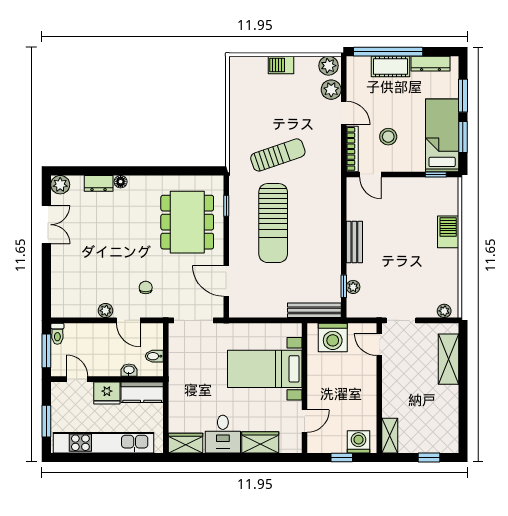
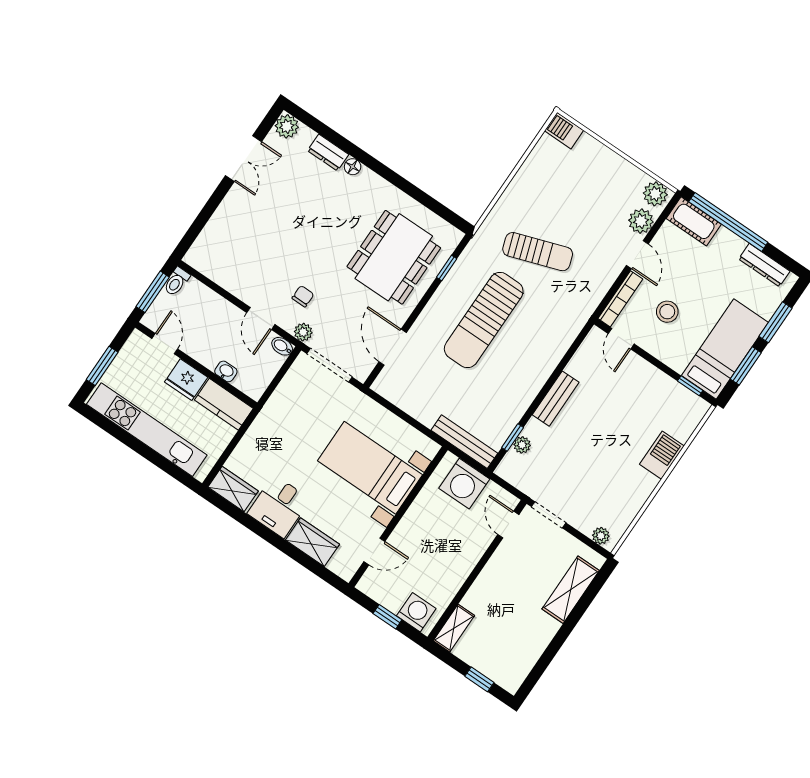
barbecue: (281, 65) -> (564, 131), moved
cot: (391, 66) -> (694, 221), moved
plant: (106, 311) -> (303, 332), moved
bidet: (154, 356) -> (282, 346), moved

